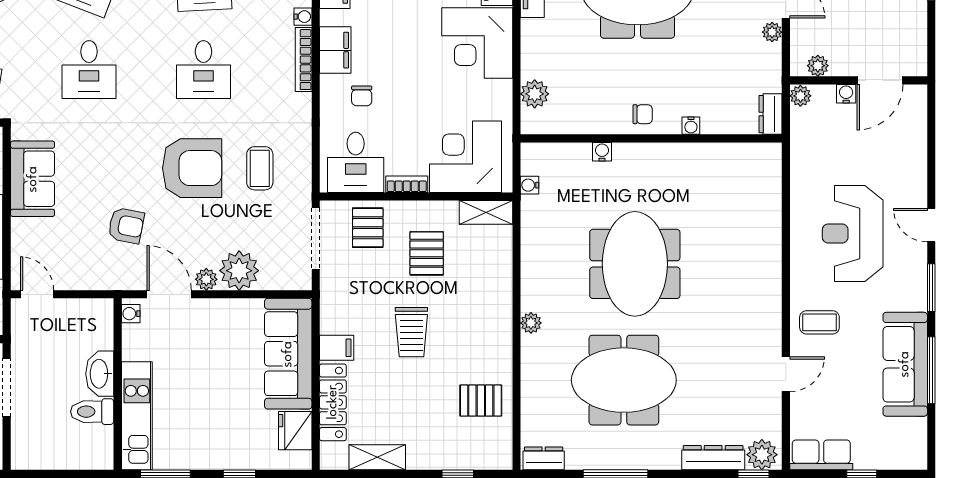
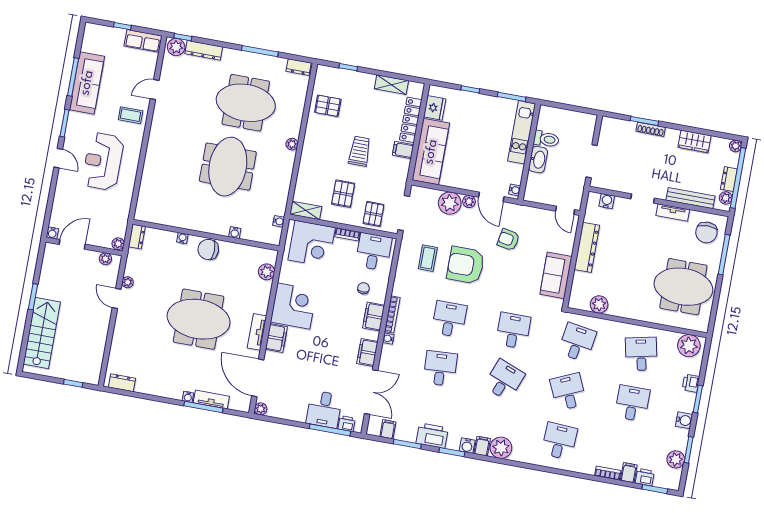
water cooler: (846, 94) -> (52, 233), moved
chair: (643, 114) -> (208, 249), width x1.87, depth x1.87
reception desk: (853, 234) -> (103, 161), turned 180

